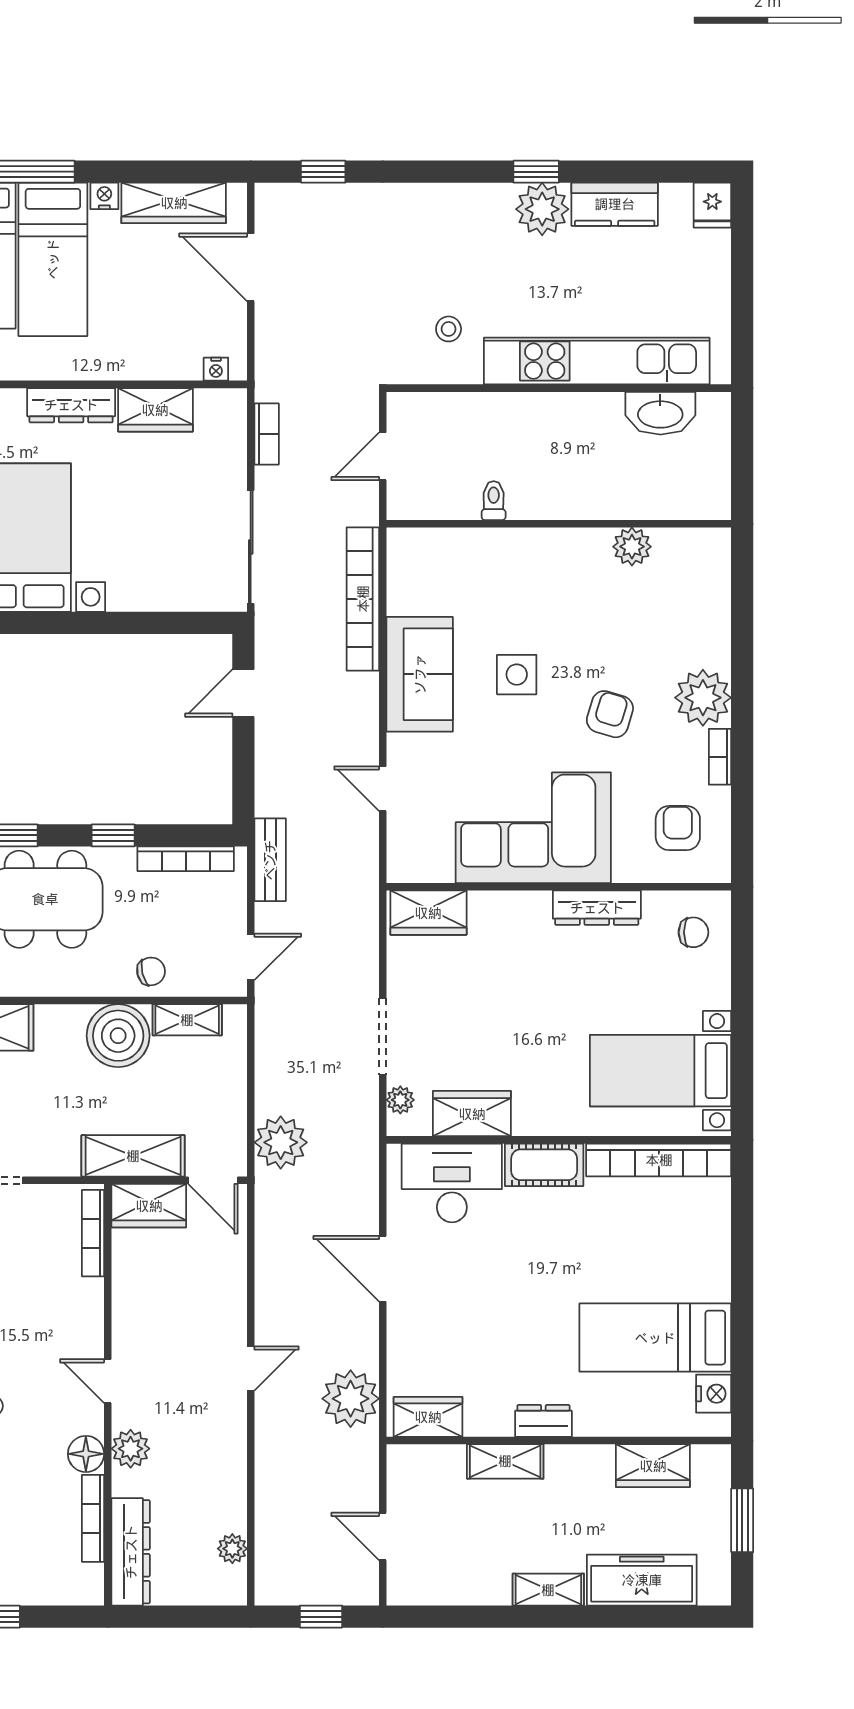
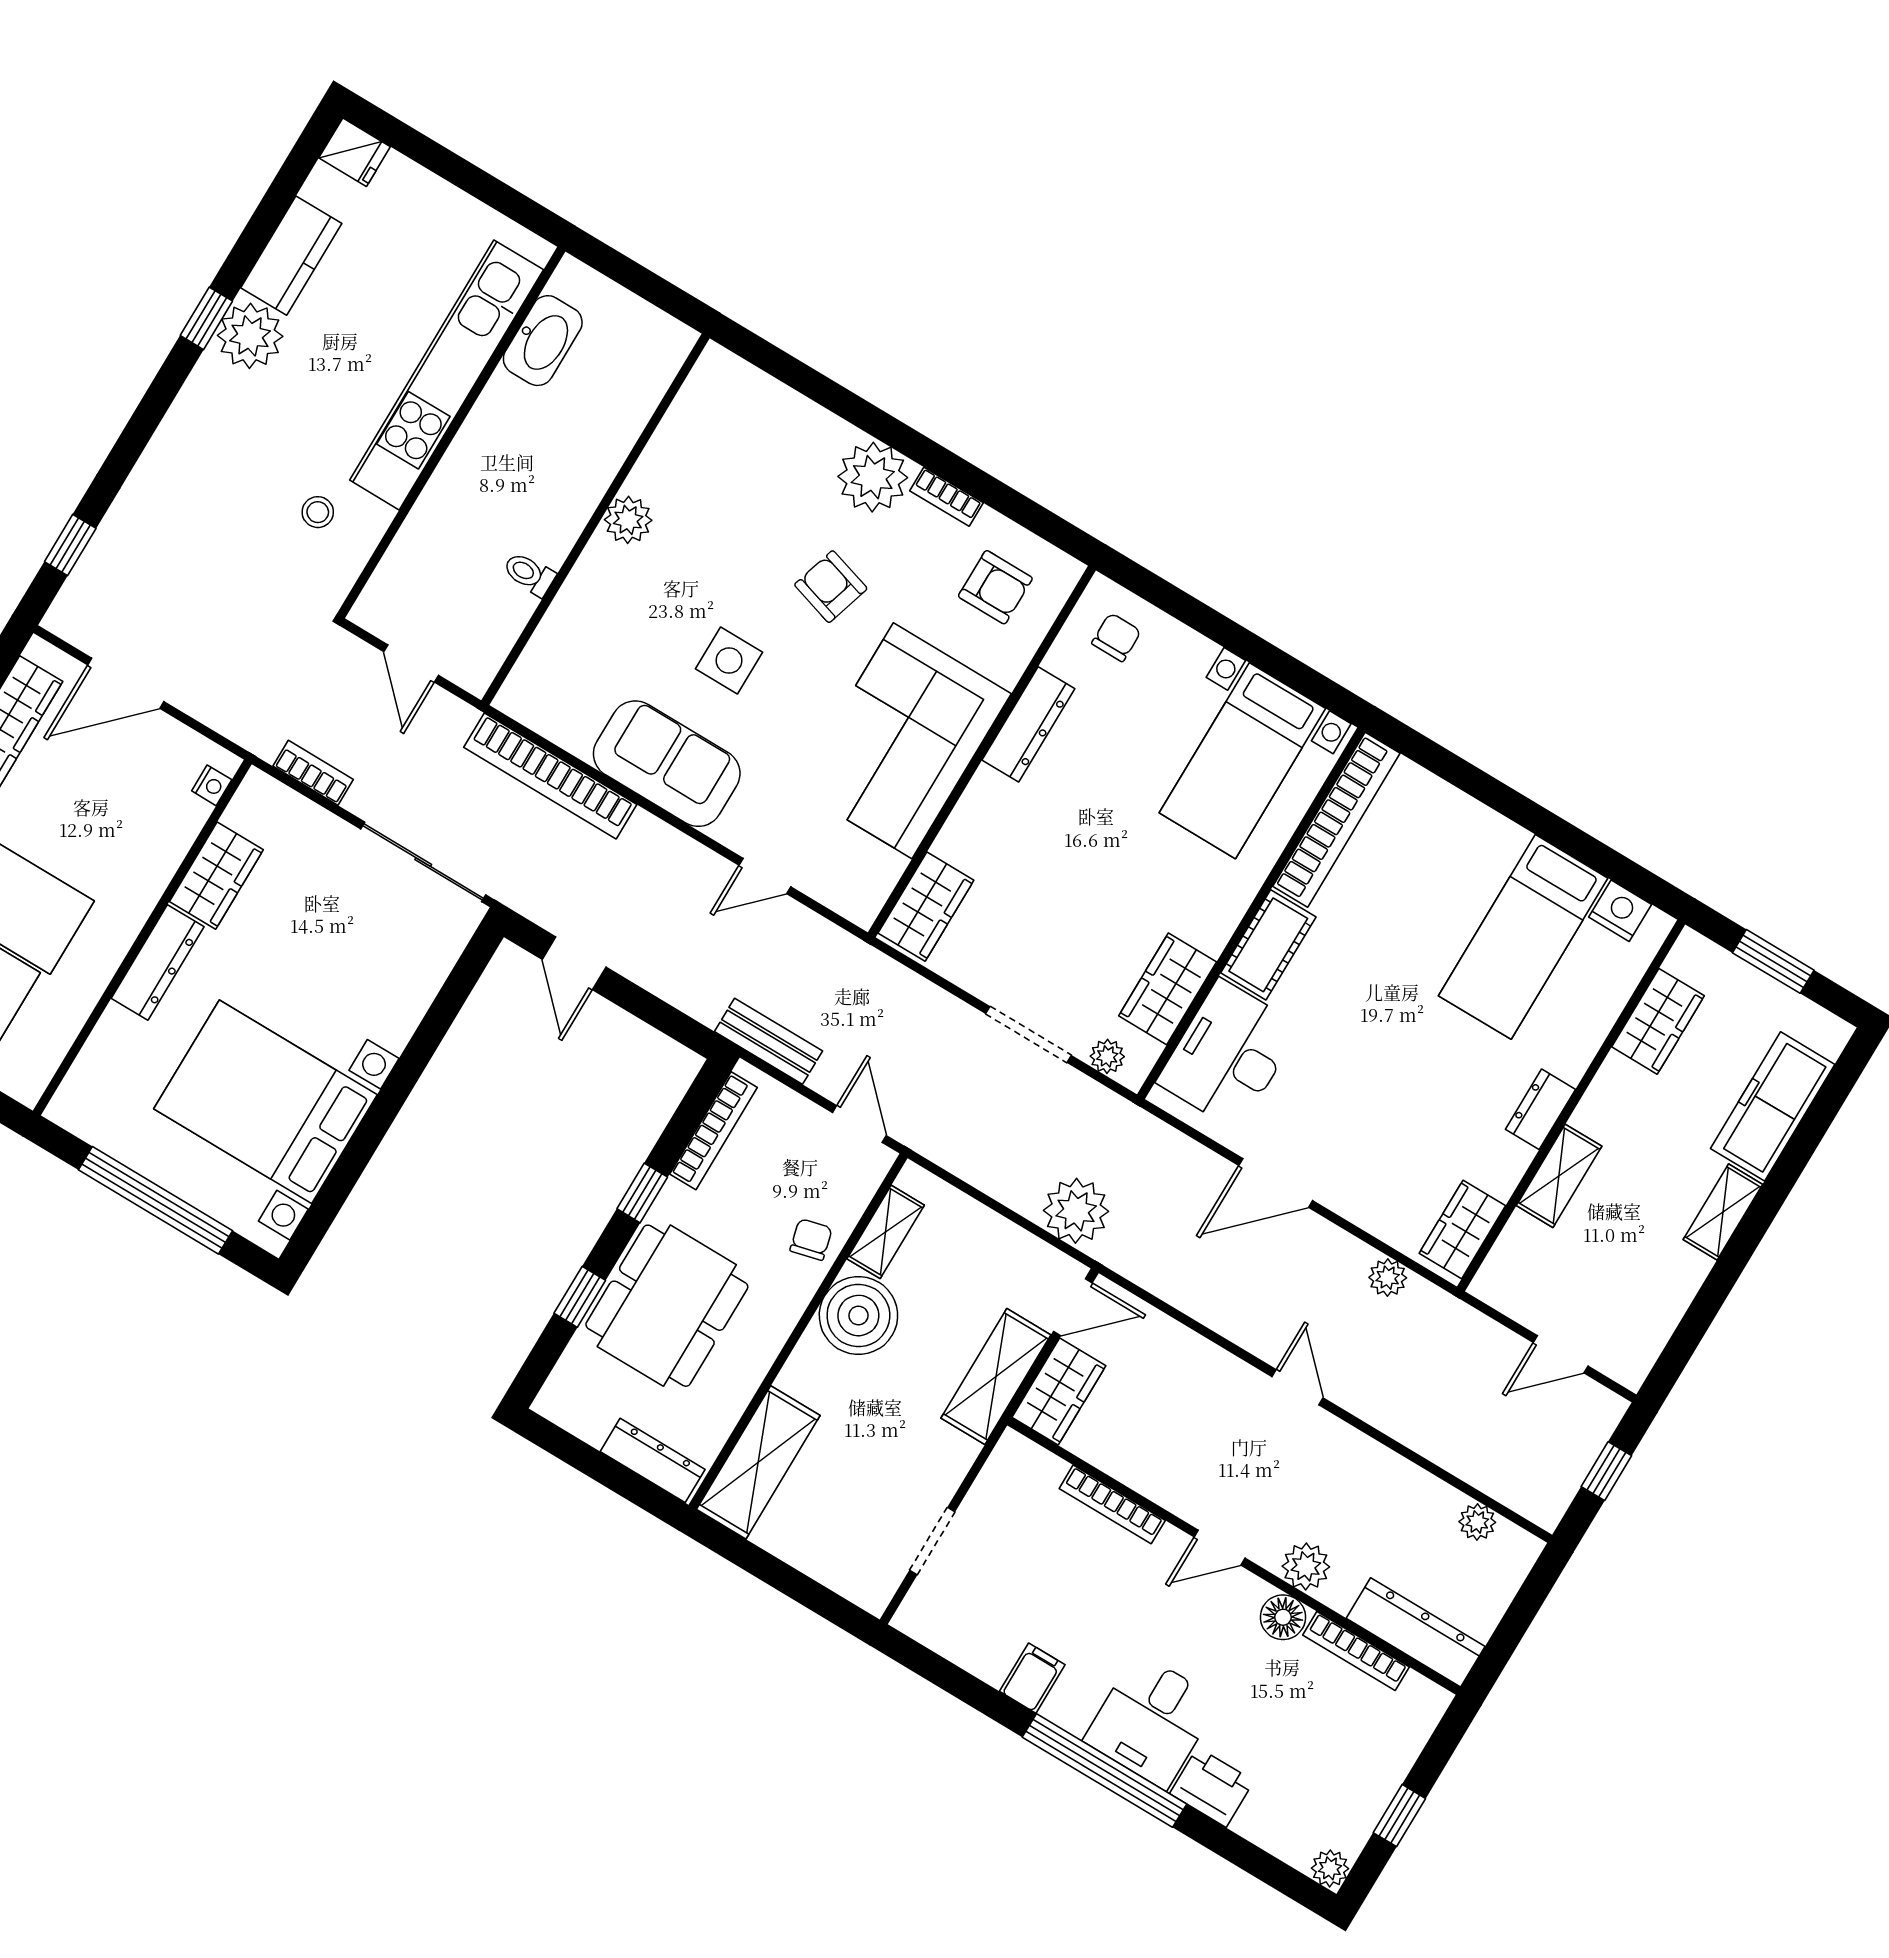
plant: (632, 547) -> (628, 520), moved
armchair: (678, 828) -> (995, 587), turned 180
bookcase: (93, 1233) -> (1112, 1504), moved
plant: (351, 1399) -> (1388, 1278), width x0.53, depth x0.53

